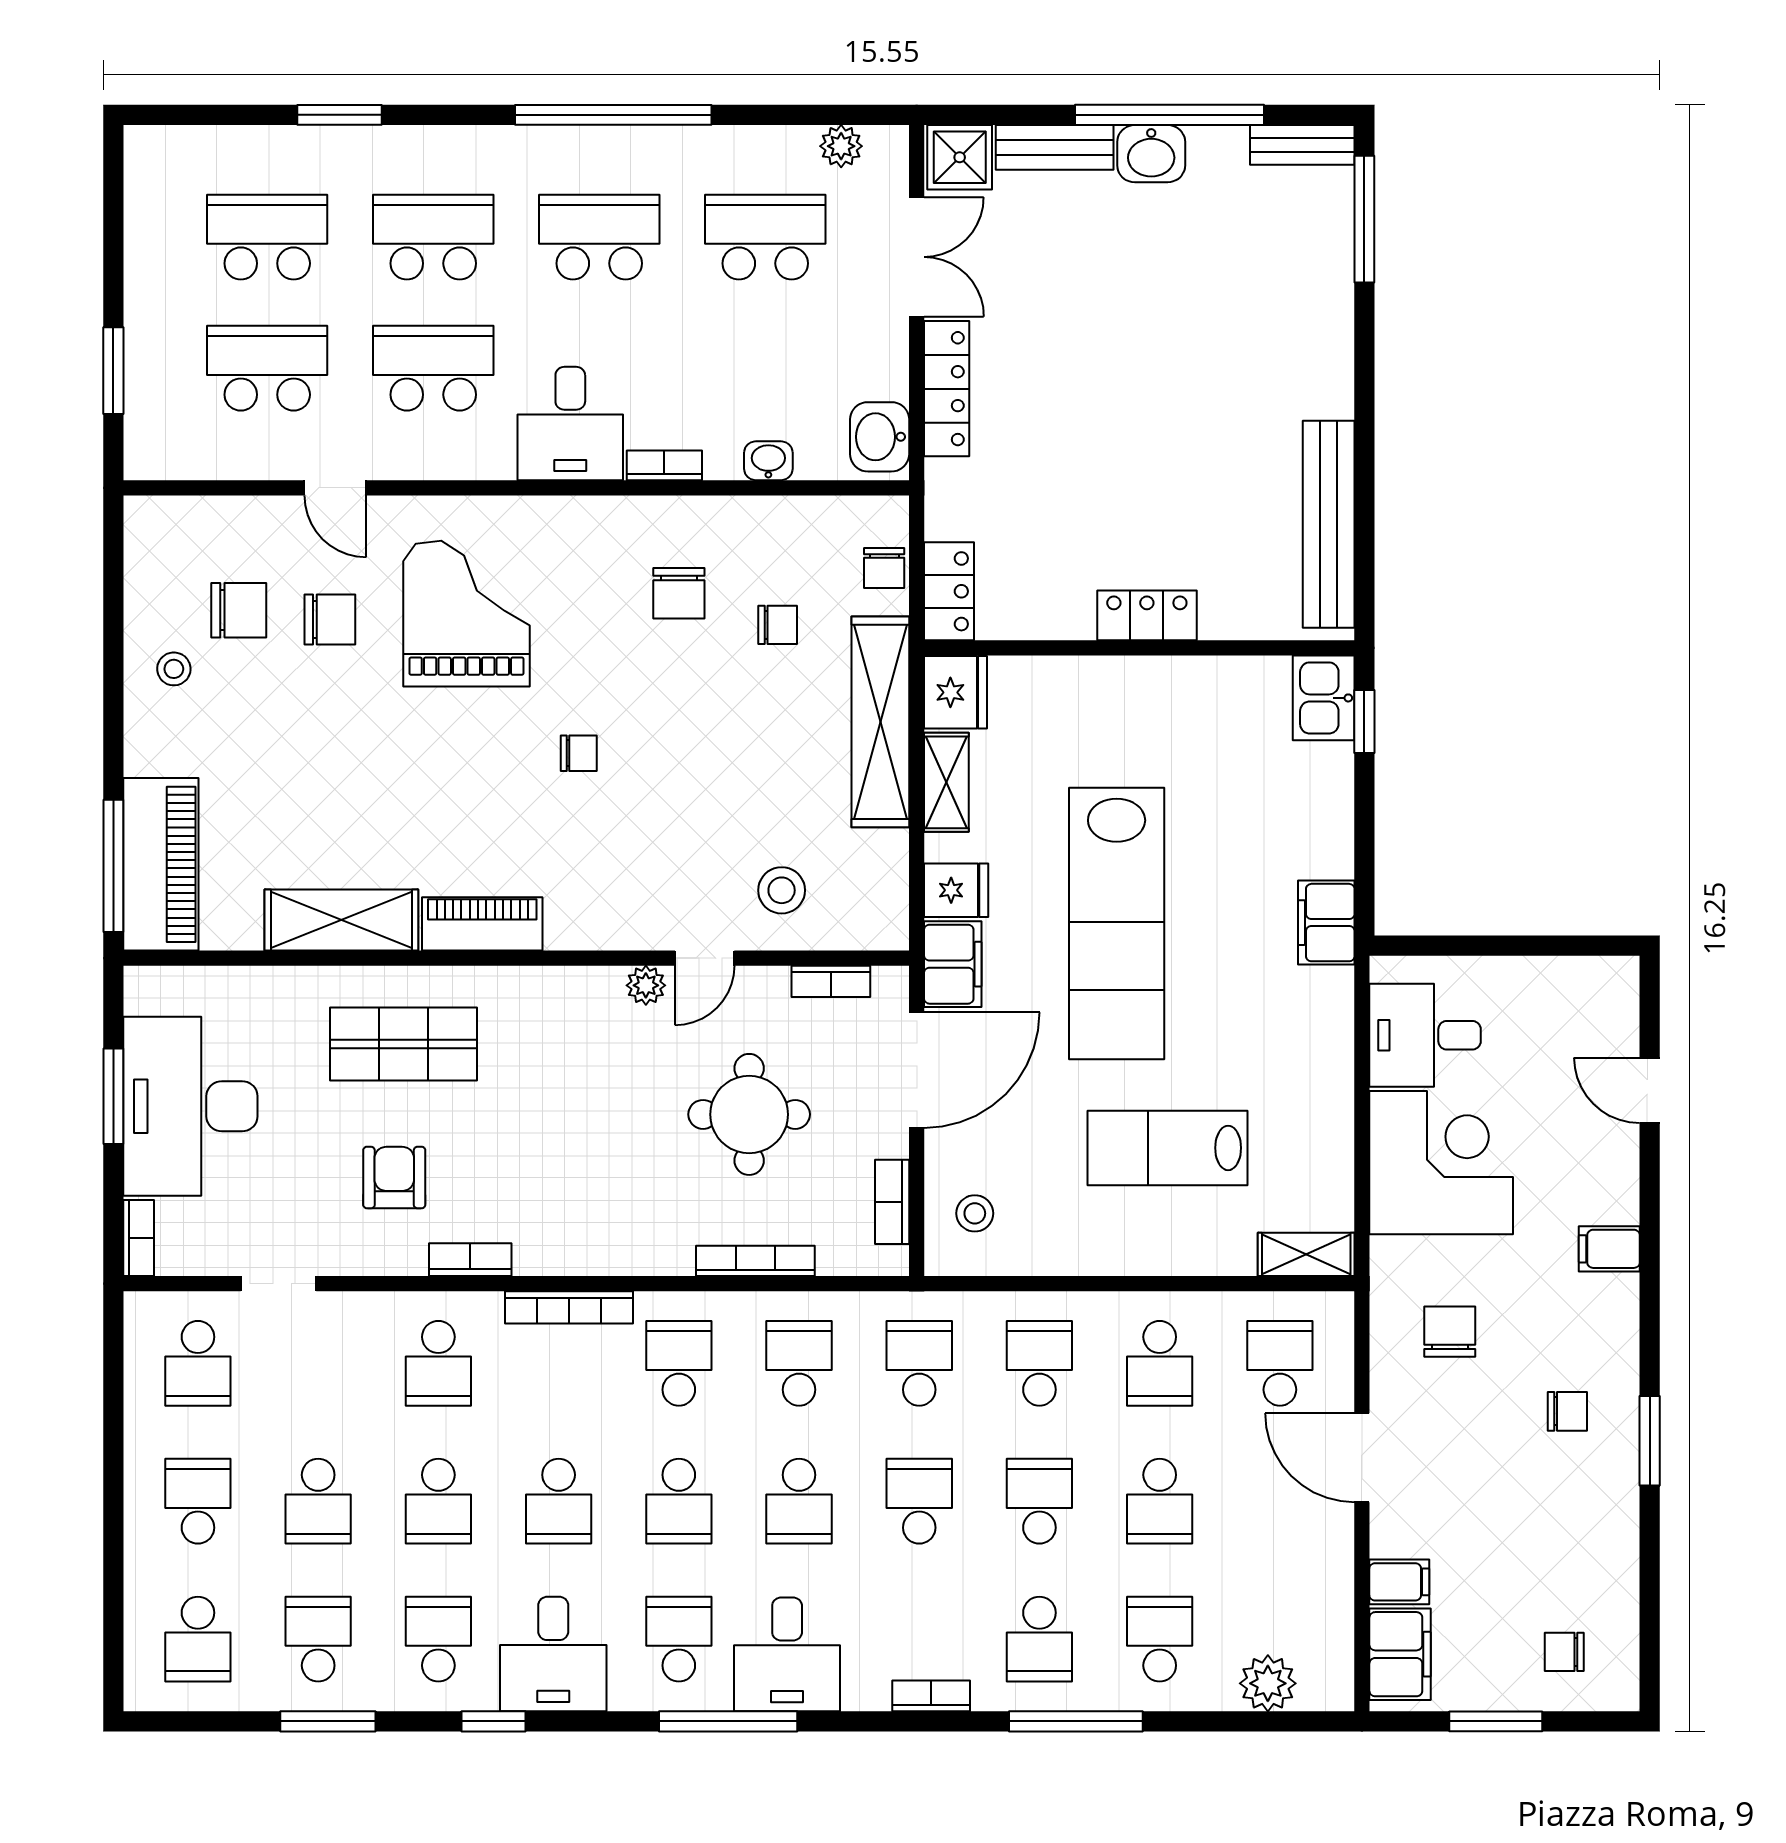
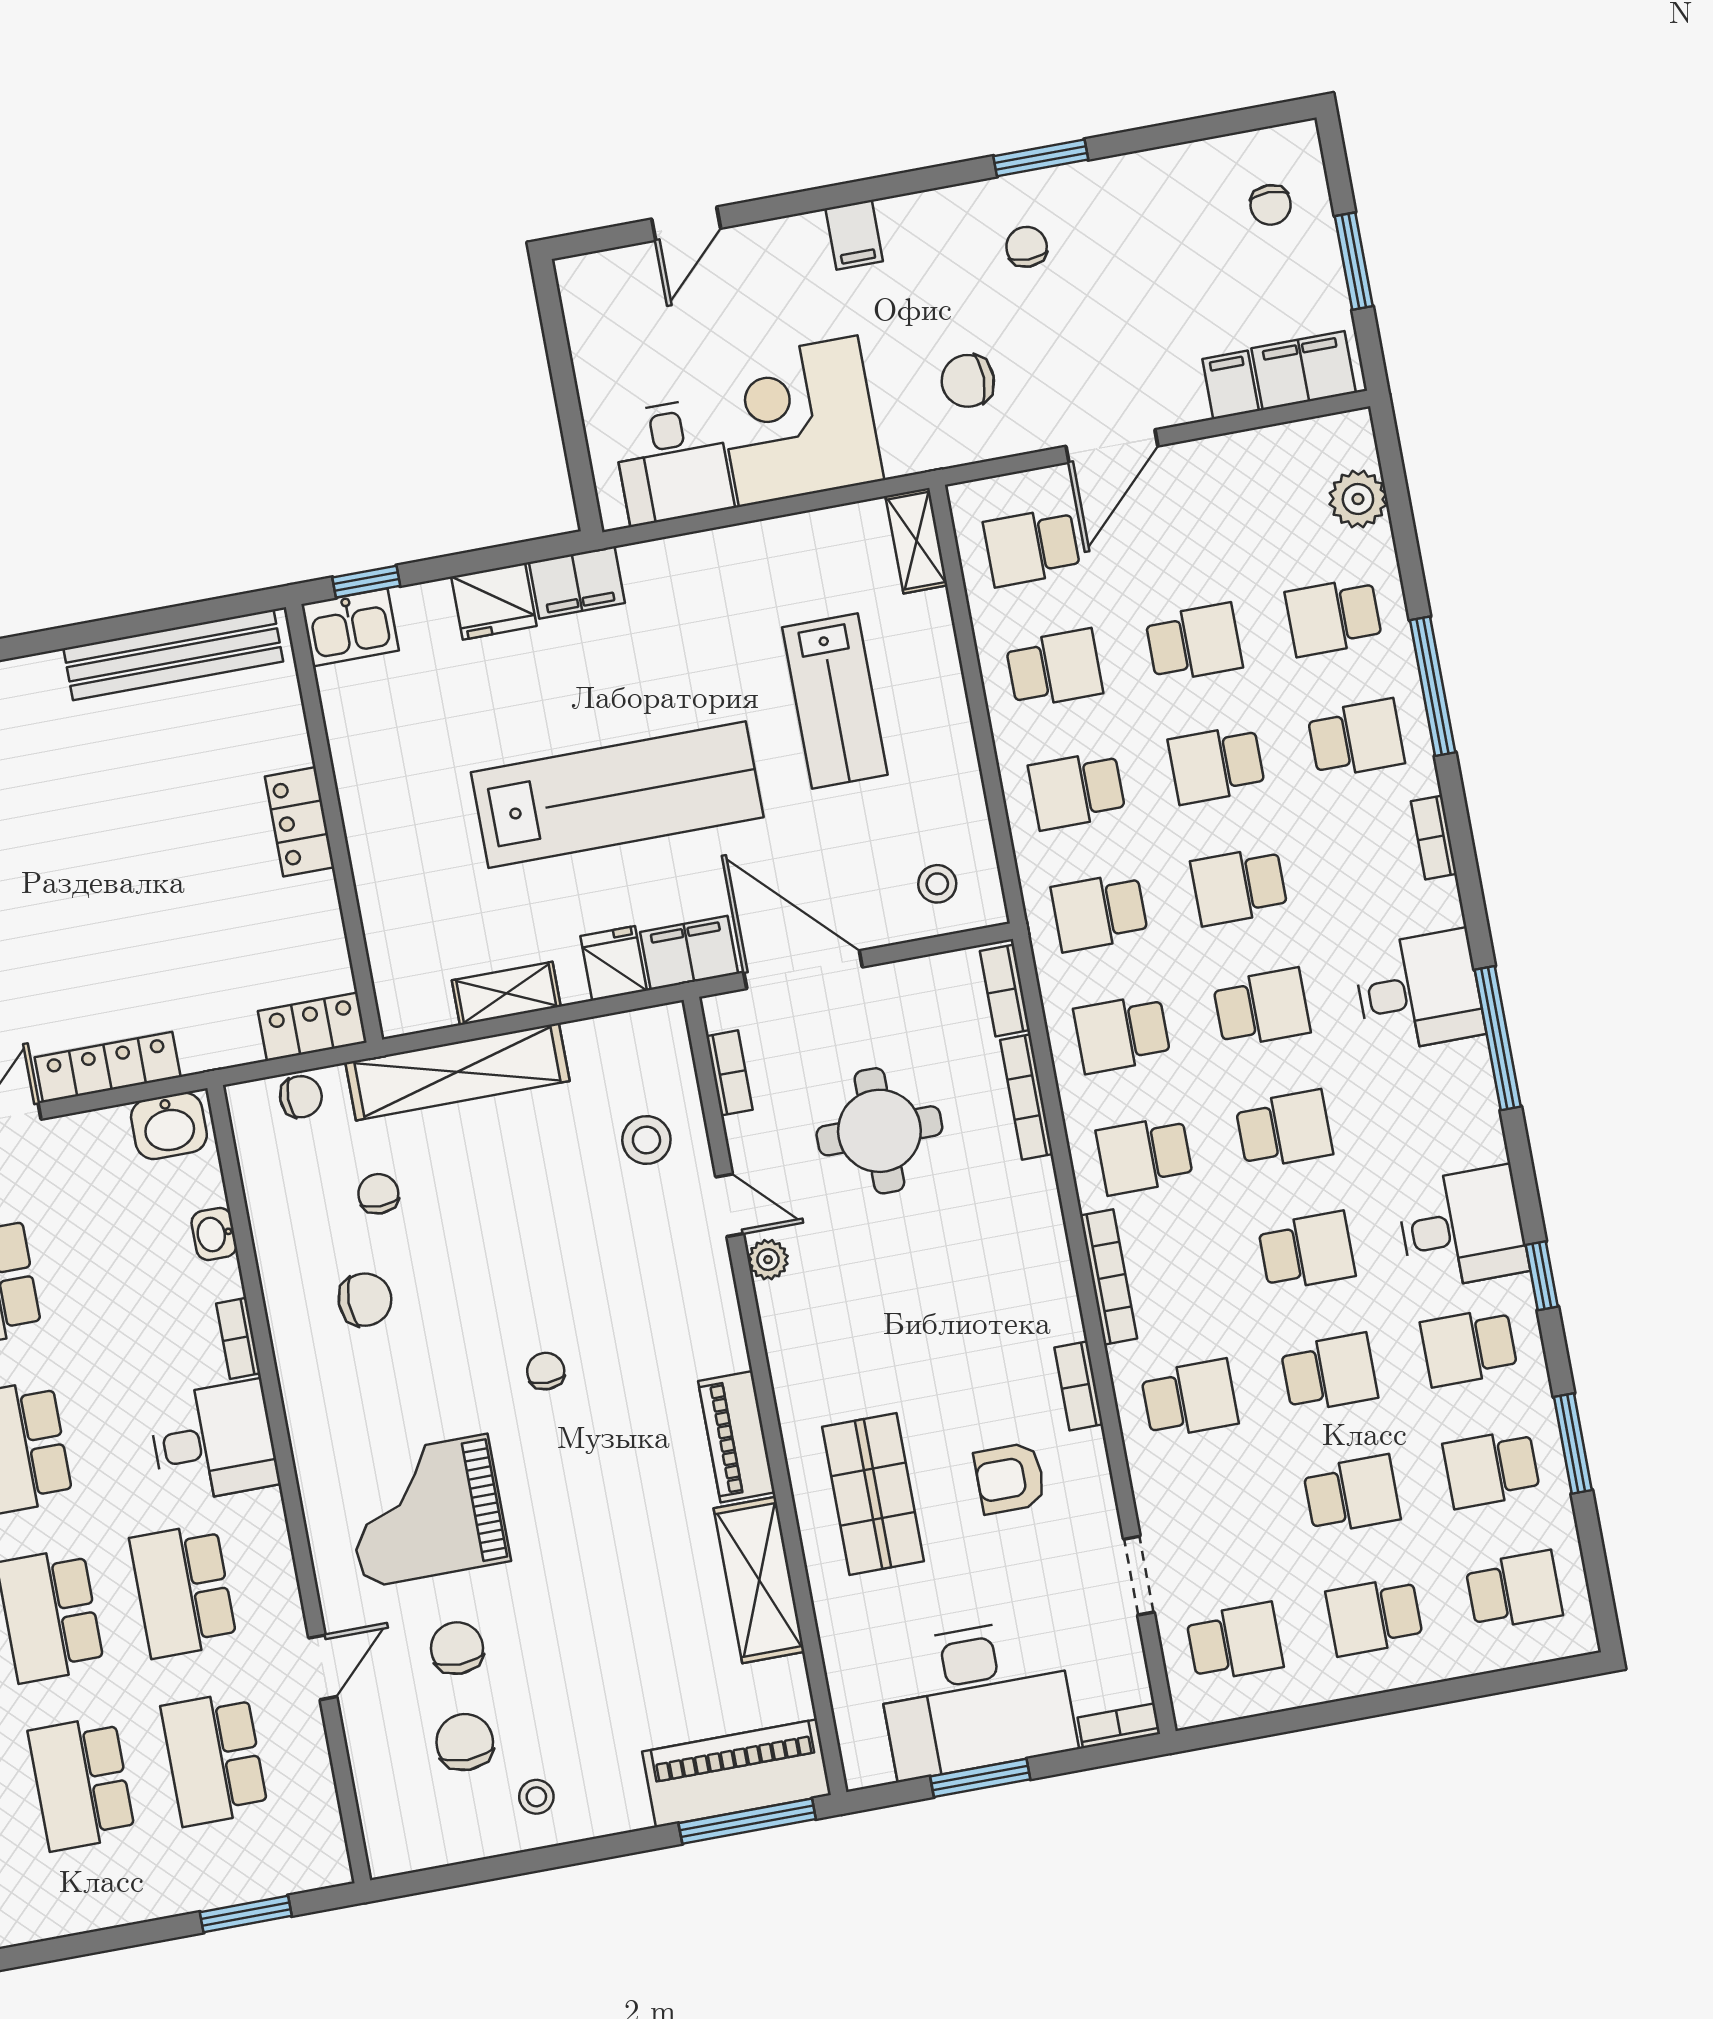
fridge: (955, 692) -> (494, 601), moved, turned 180
bookcase: (892, 1202) -> (1005, 991), moved, turned 90
school desk: (679, 1639) -> (1424, 1104), removed

